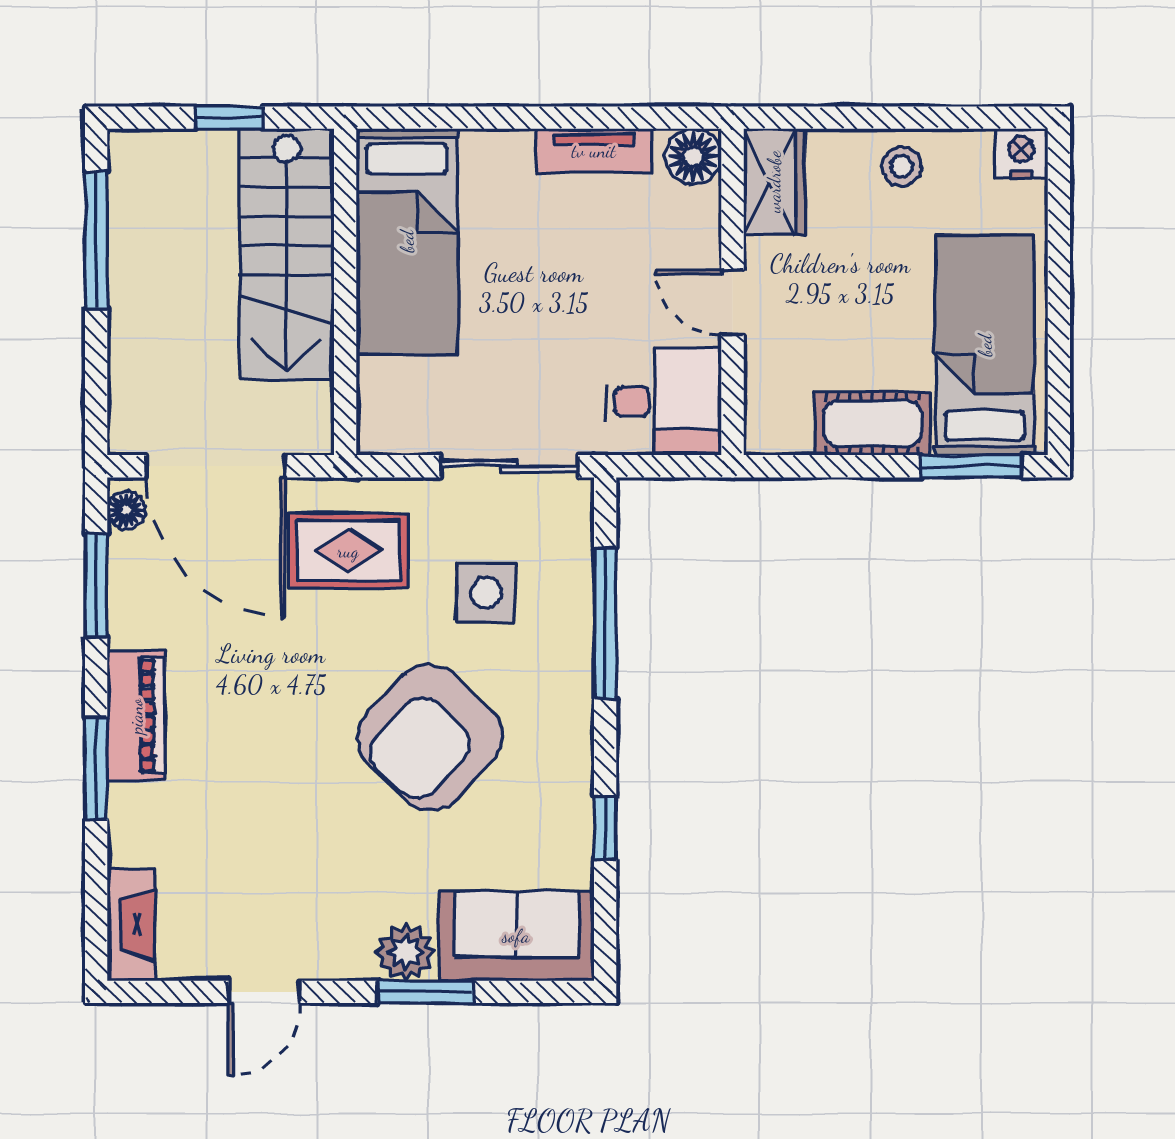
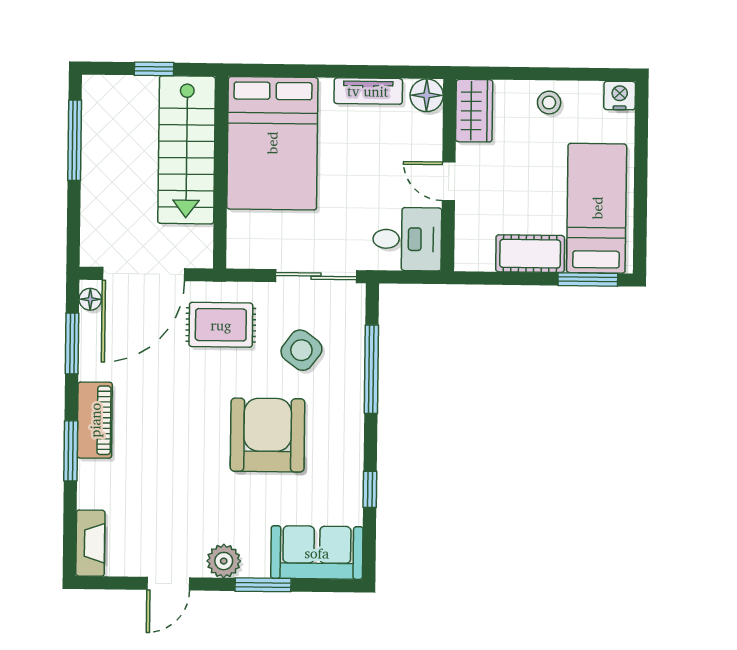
bed: (407, 241) -> (272, 143), width x1.50
door: (216, 466) -> (143, 274), hinge flipped
side table: (486, 592) -> (301, 350), turned 36
armchair: (430, 737) -> (268, 435), turned 136
plant: (406, 952) -> (224, 561), moved

